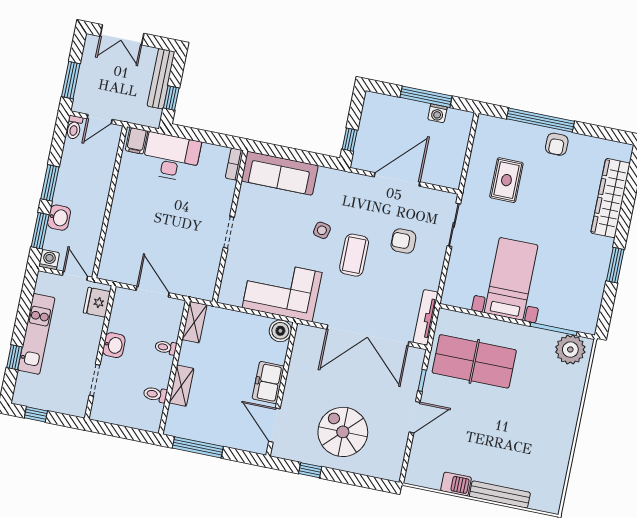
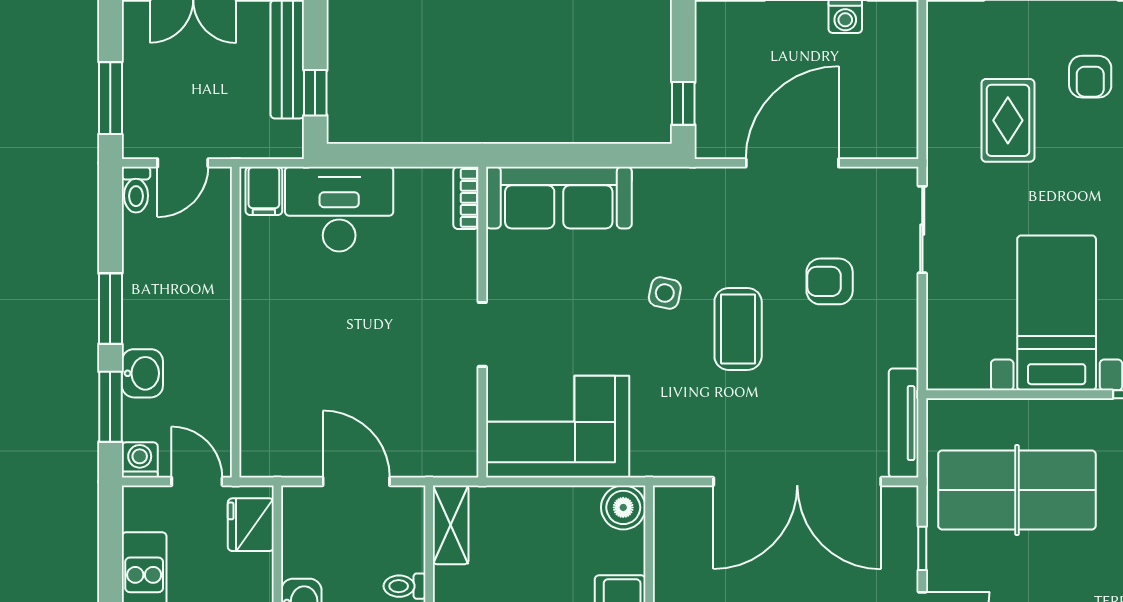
armchair: (557, 144) -> (1090, 77), moved
corner sofa: (282, 290) -> (558, 427), moved

